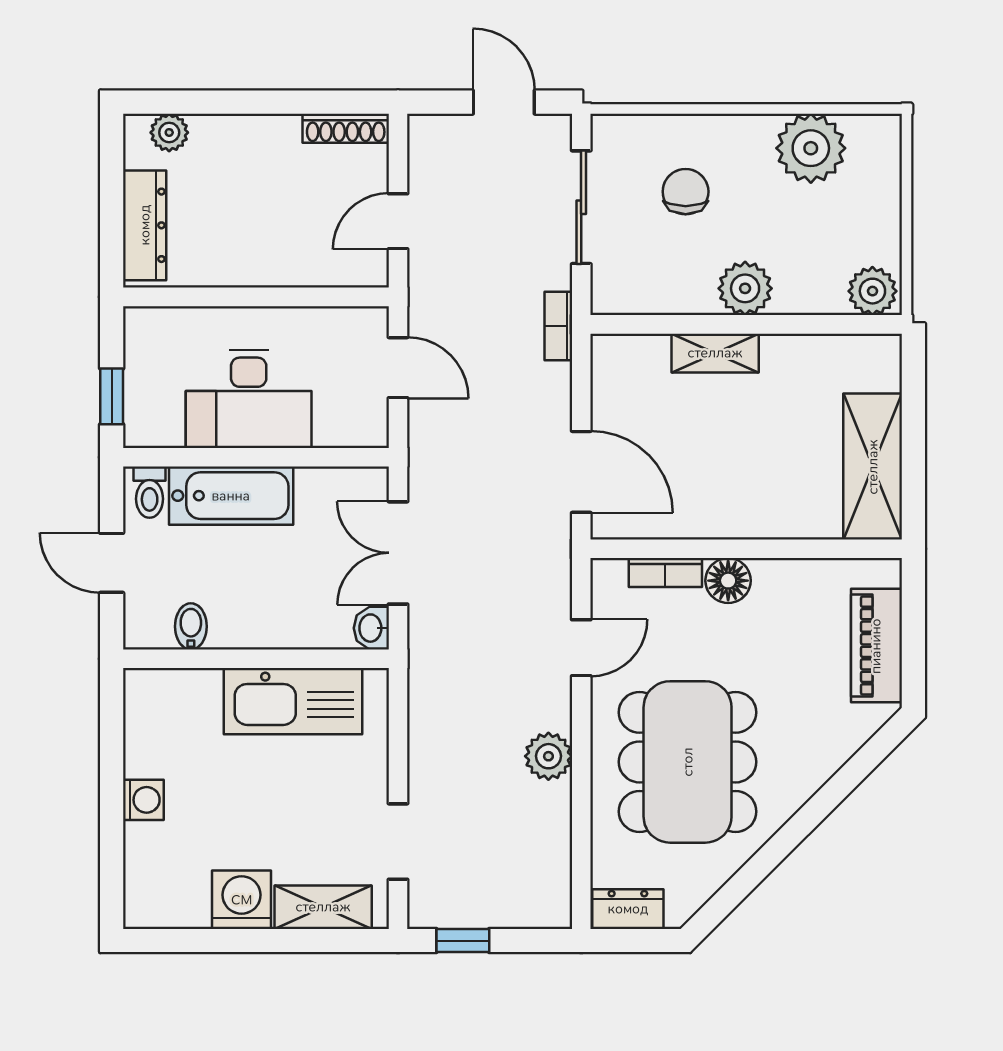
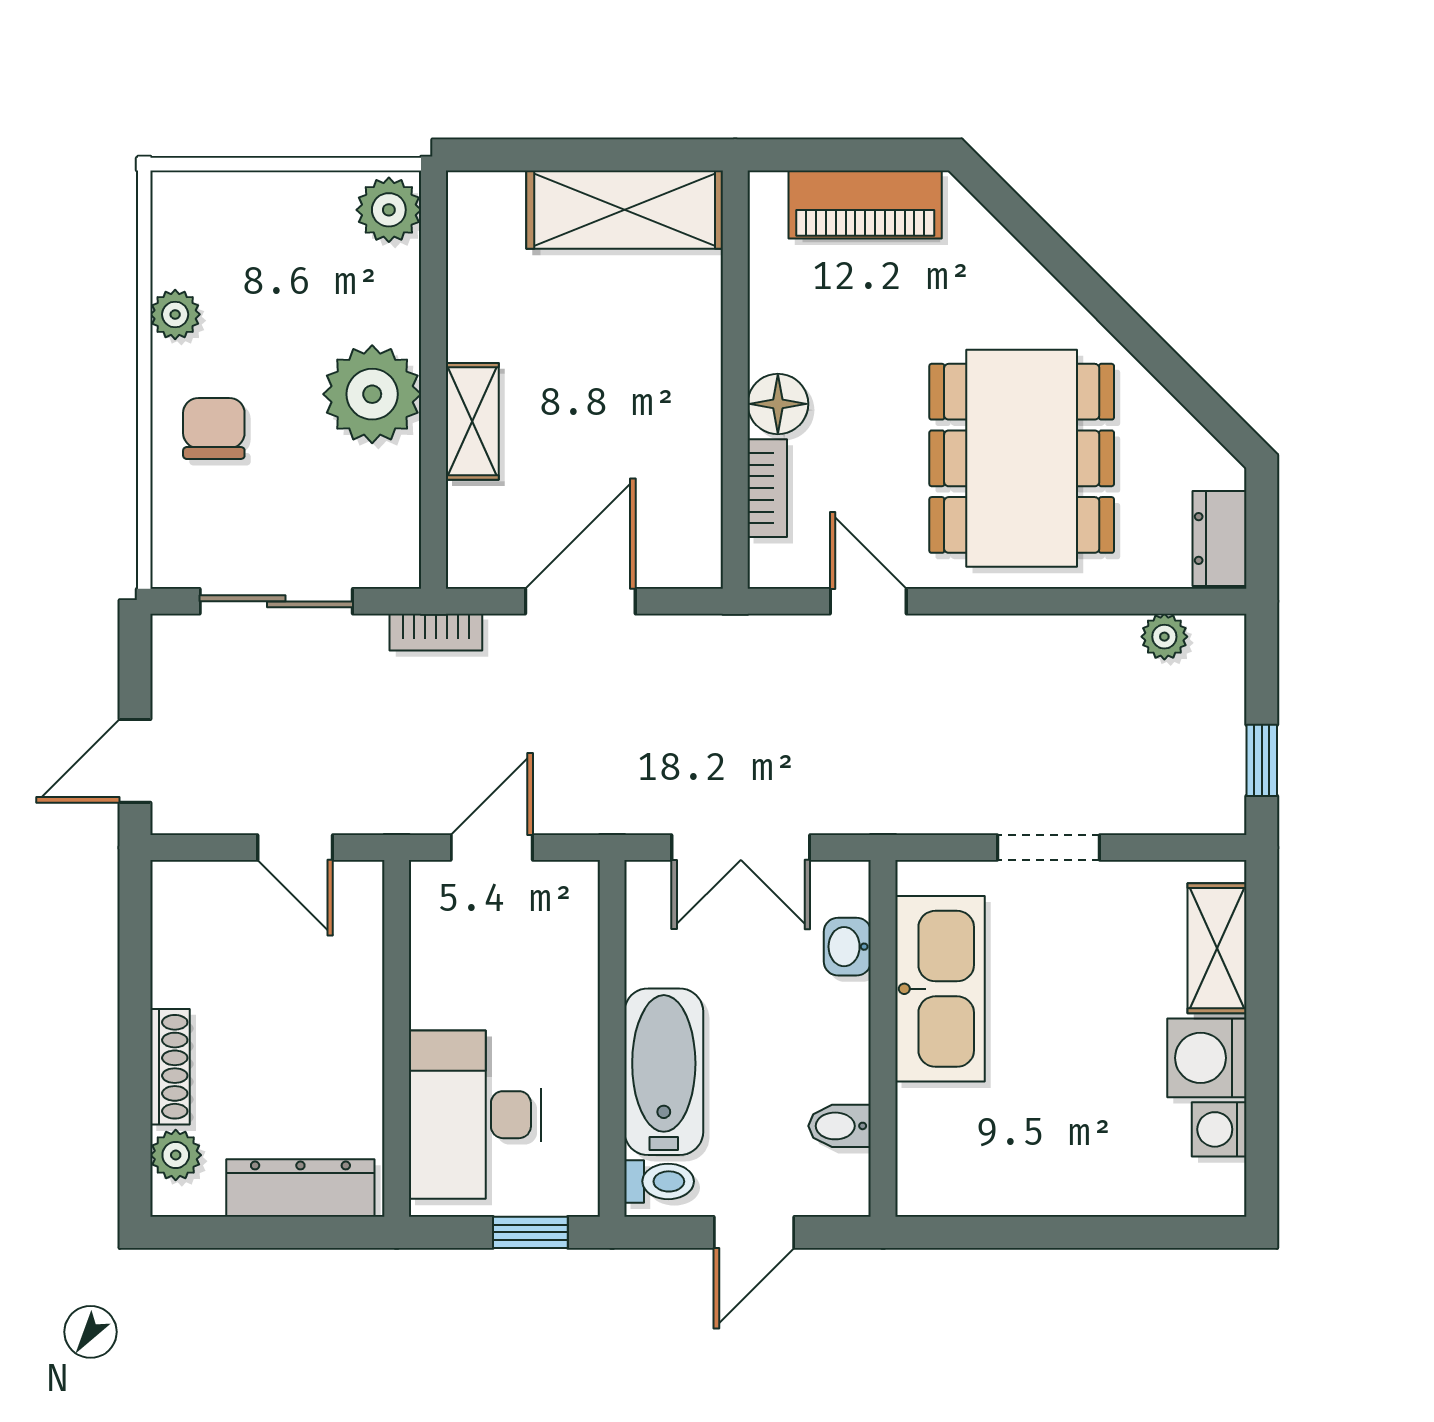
door: (504, 102) -> (135, 761), moved
shoe rack: (346, 128) -> (170, 1067), moved
plant: (811, 148) -> (175, 314), width x0.53, depth x0.53
chair: (686, 192) -> (214, 429), moved, turned 90
plant: (745, 288) -> (372, 394), width x1.36, depth x1.36
desk: (249, 399) -> (475, 1115), moved, turned 180
door: (581, 472) -> (580, 601), moved
washbasin: (371, 628) -> (847, 947), moved, turned 90
plant: (548, 756) -> (1164, 637), moved, width x0.73, depth x0.73
dining table: (688, 762) -> (1022, 458), turned 90
washing machine: (143, 800) -> (1219, 1129), moved, turned -90
doorway: (398, 842) -> (1049, 848), moved

